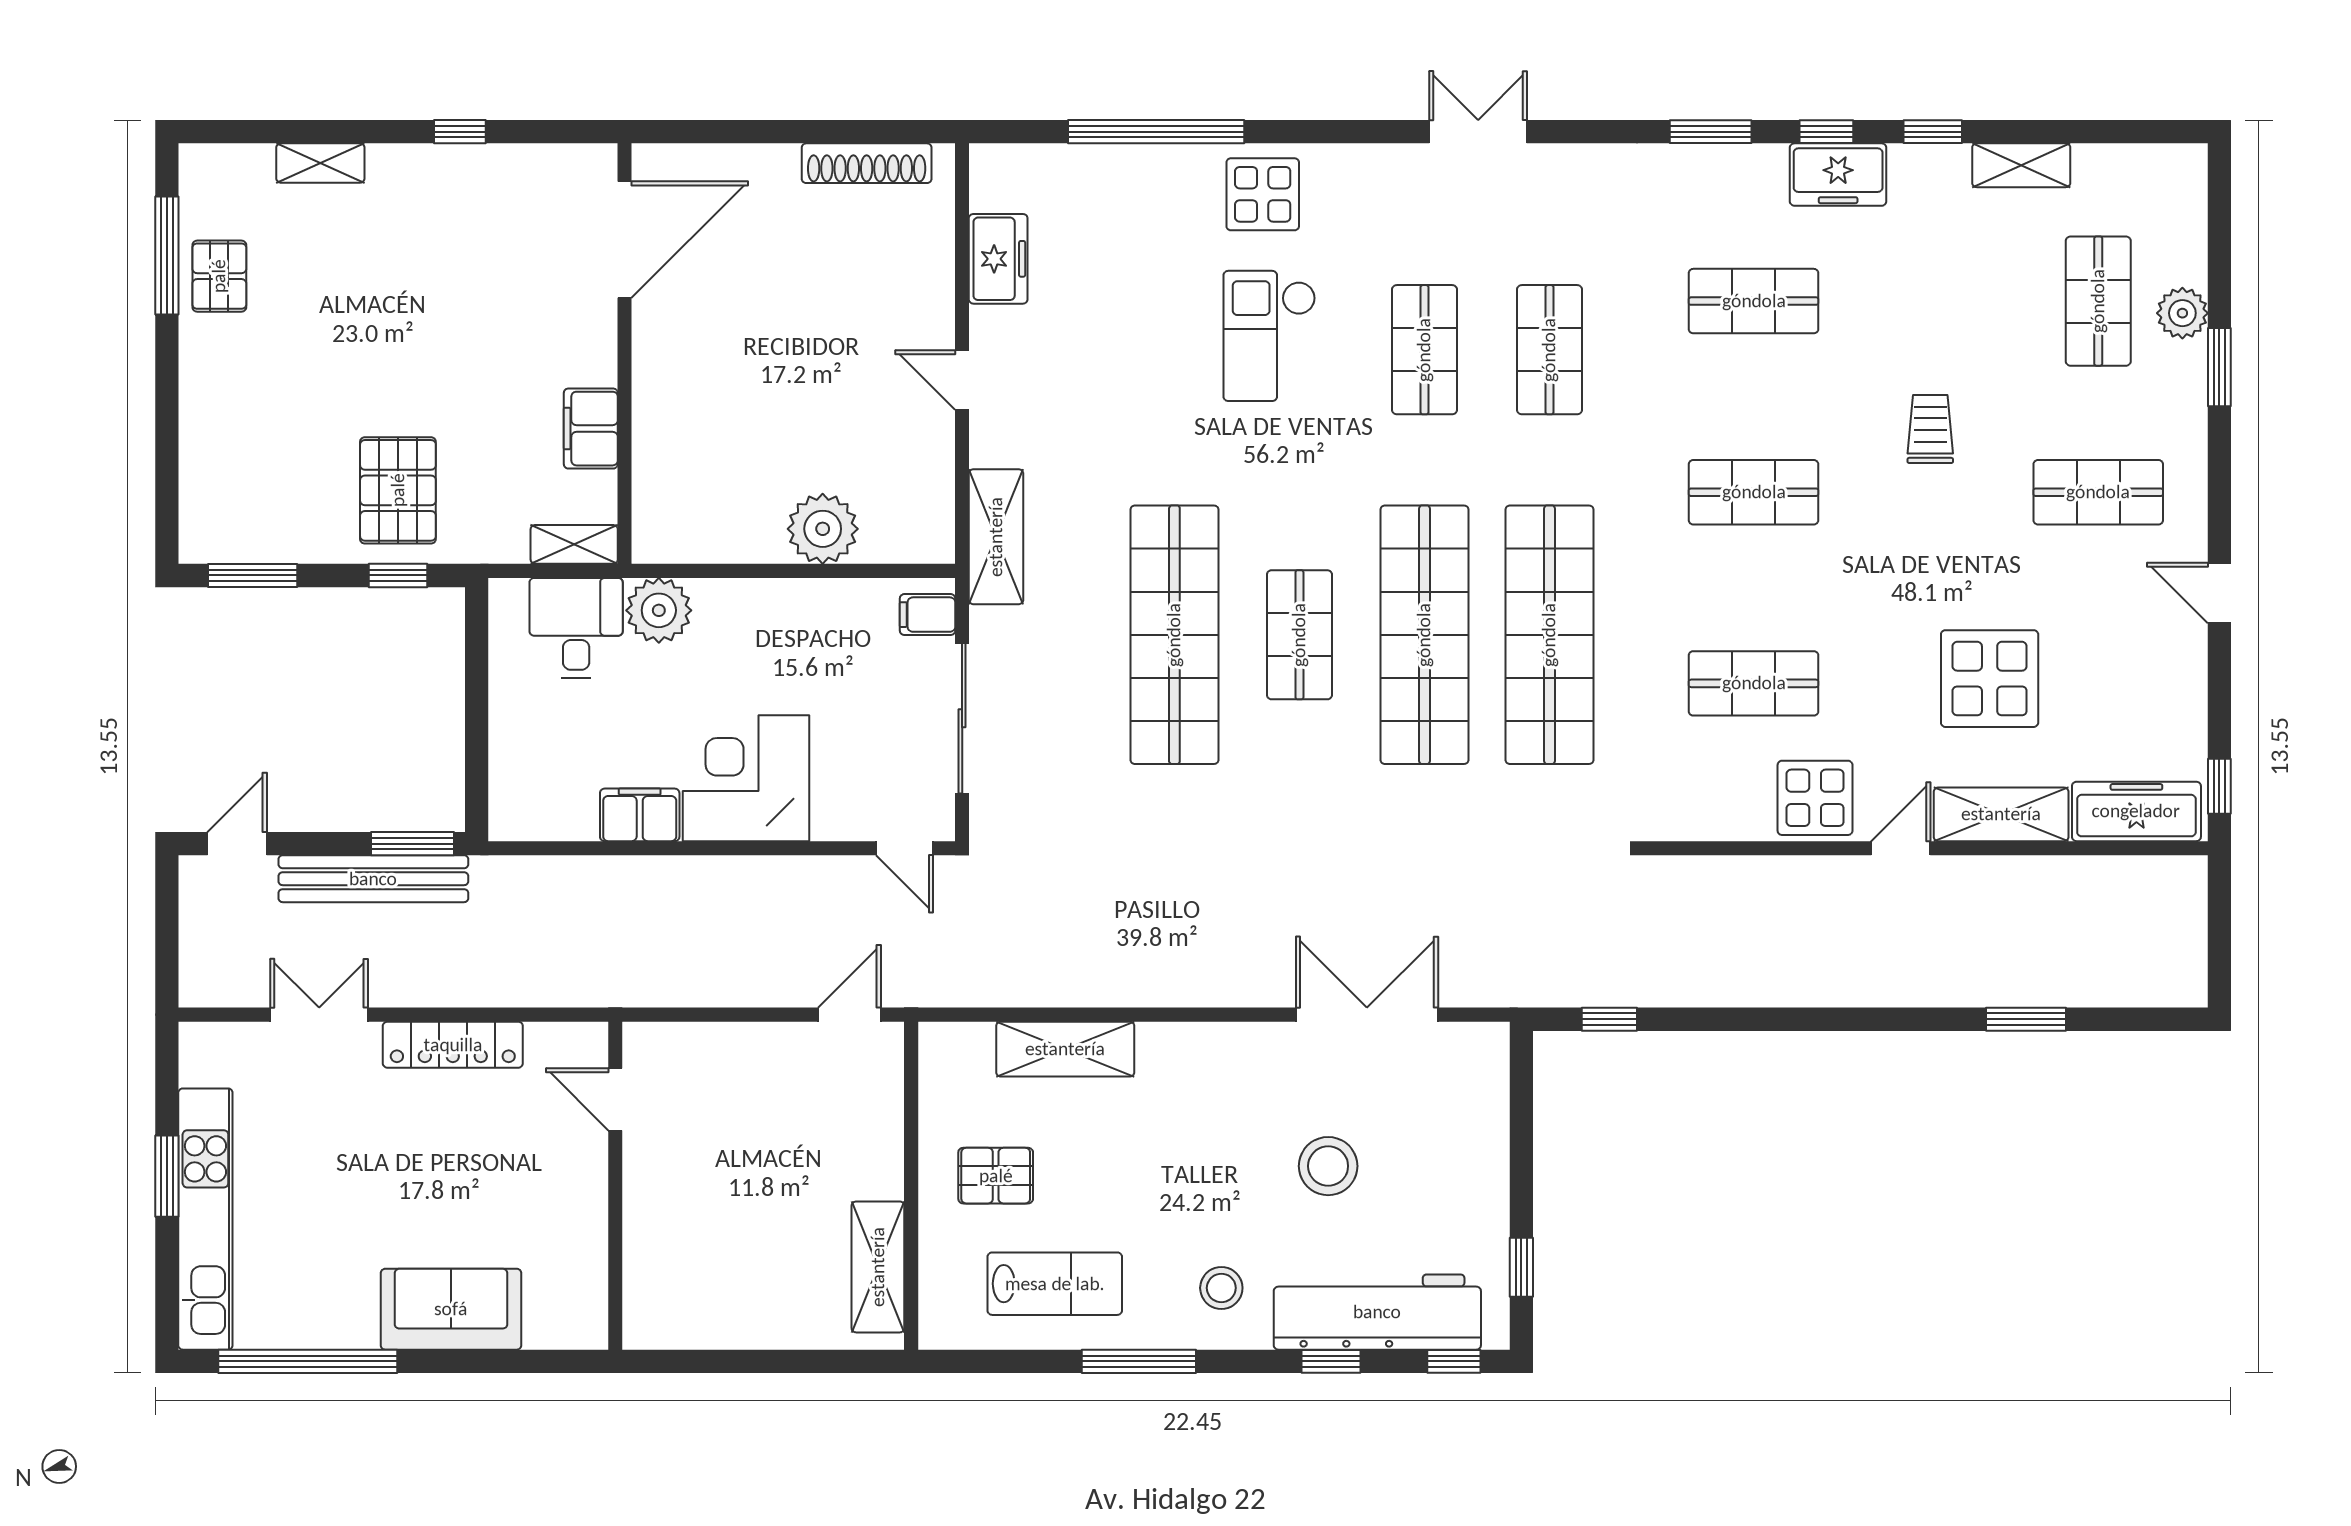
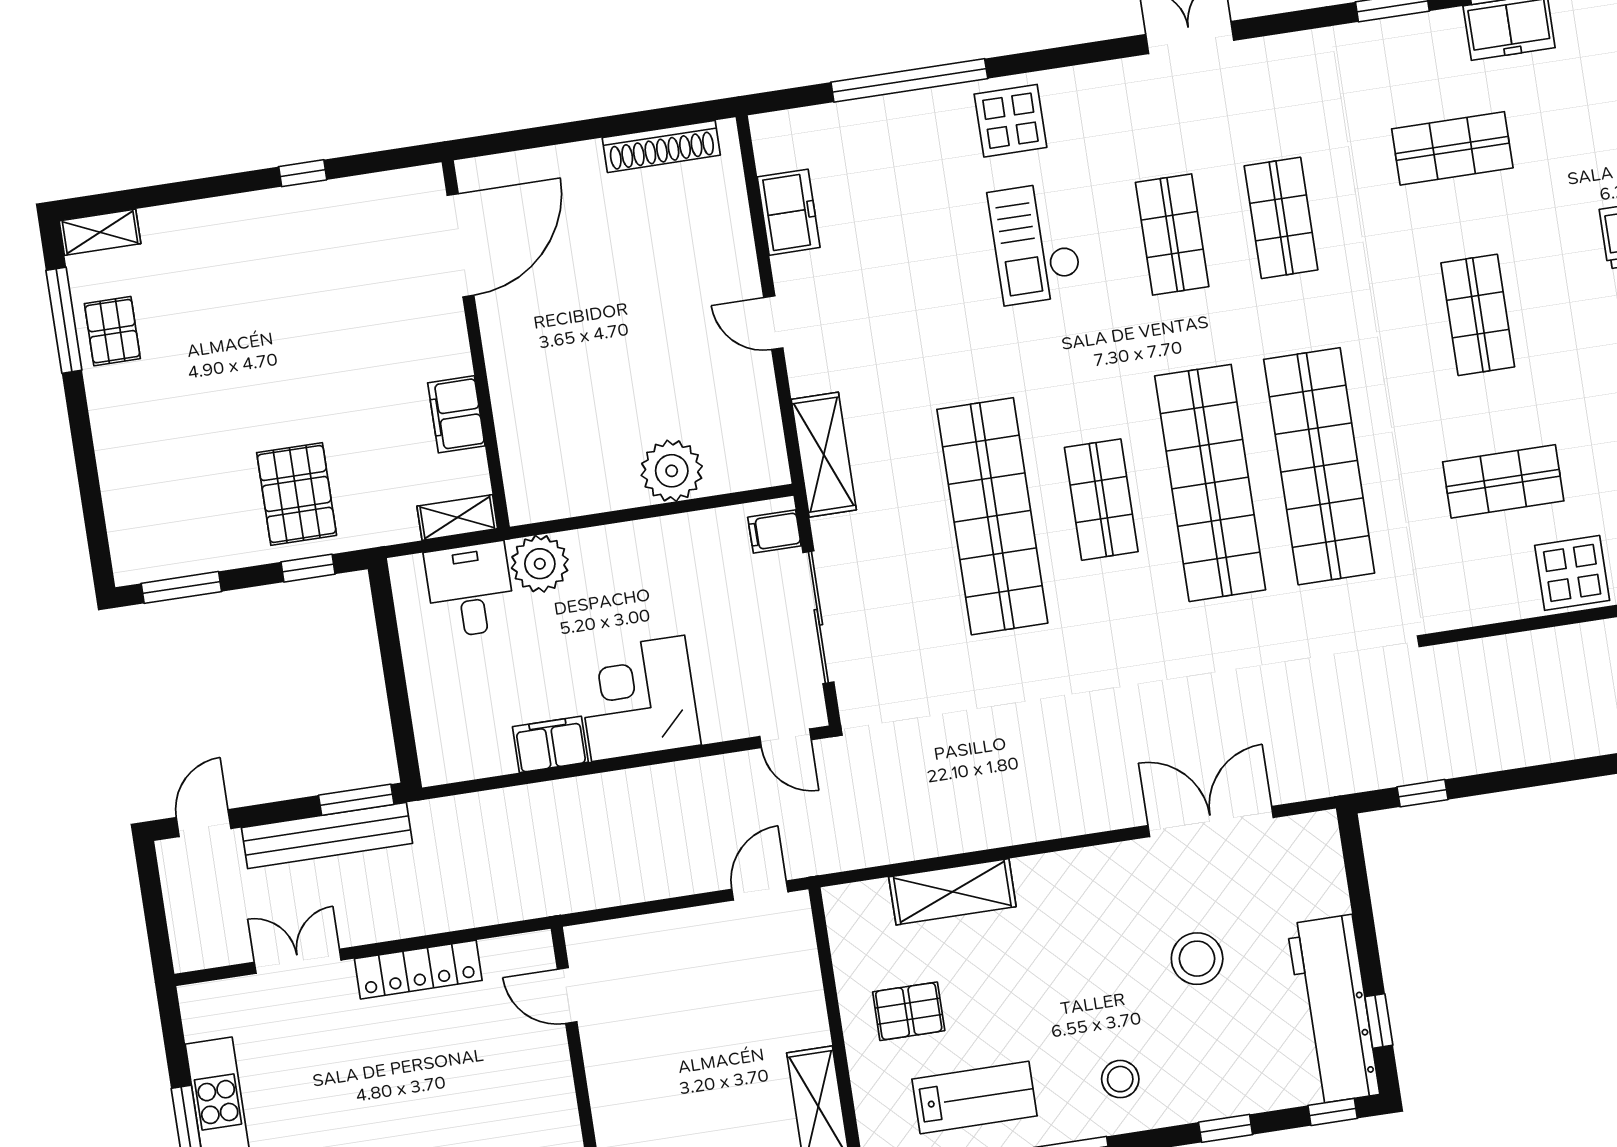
shelving: (320, 163) -> (100, 232), moved
shop shelf: (1754, 492) -> (1478, 315), turned 90
workbench: (1377, 1312) -> (1333, 1009), moved, turned -90

